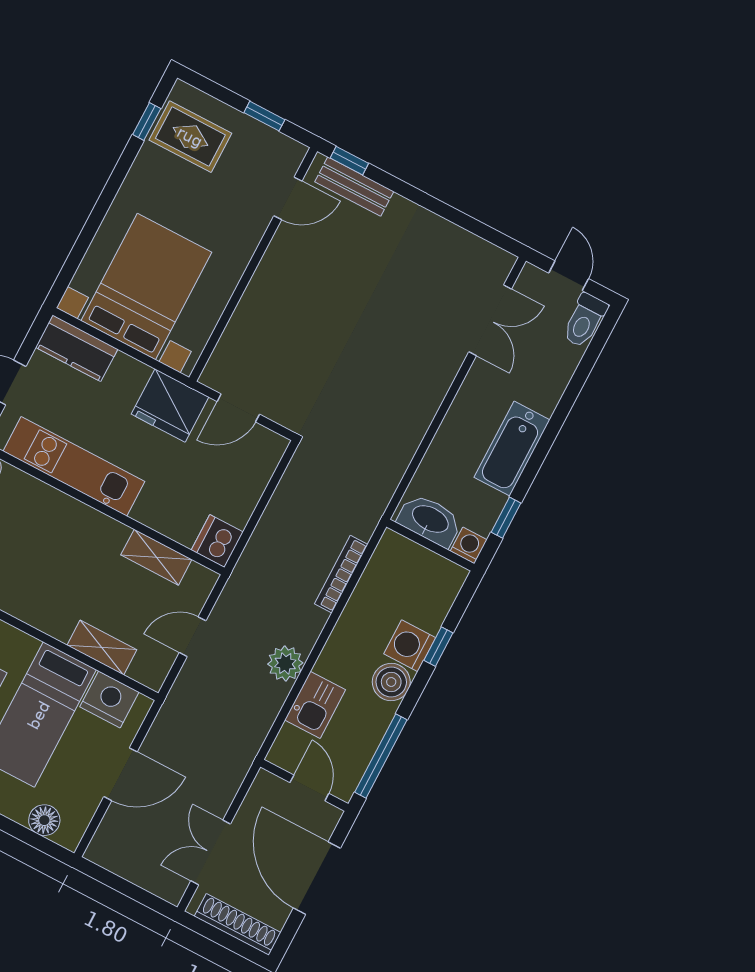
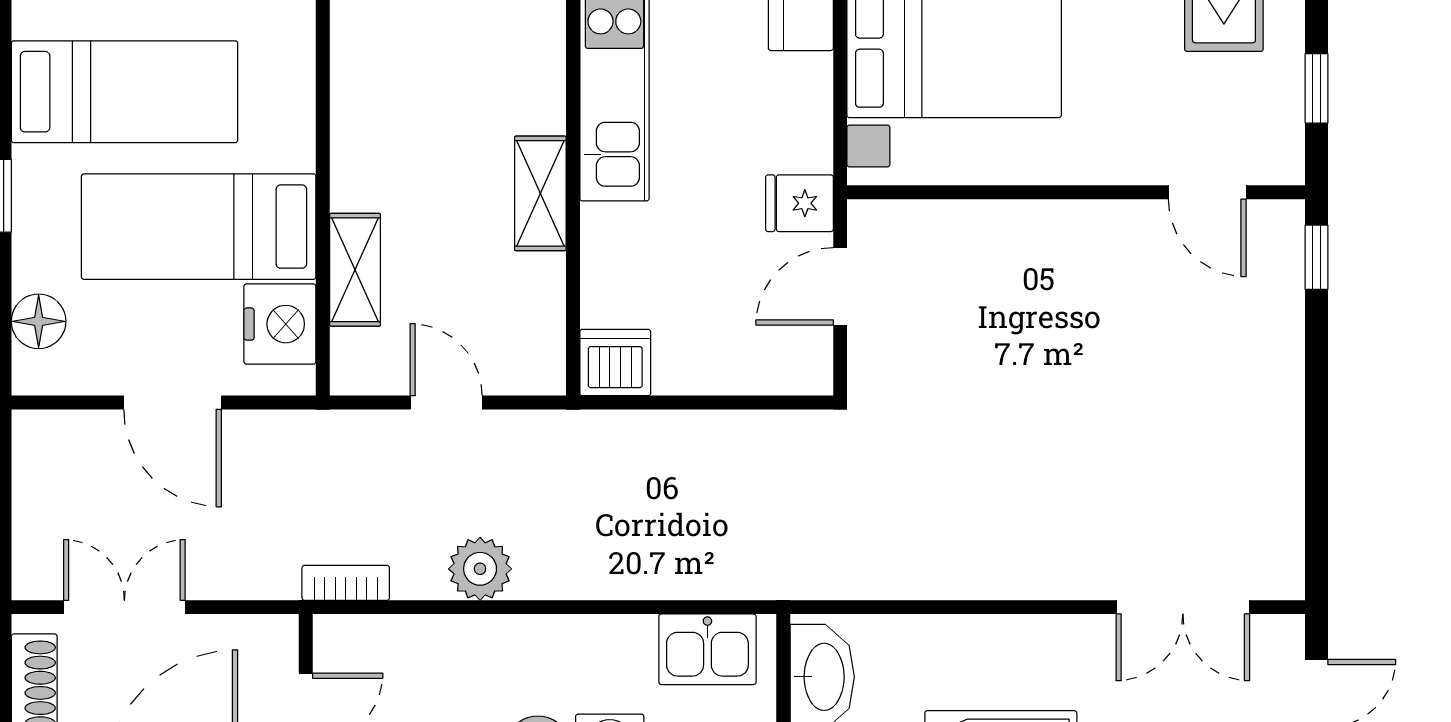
bench: (354, 187) -> (1280, 286), removed
fridge: (170, 406) -> (799, 203), width x0.53, depth x0.75
door: (238, 408) -> (840, 286), hinge flipped
shelving: (156, 557) -> (540, 193), moved
bookcase: (341, 574) -> (346, 583), moved, width x0.64
kitchen sink: (315, 705) -> (707, 649), moved

